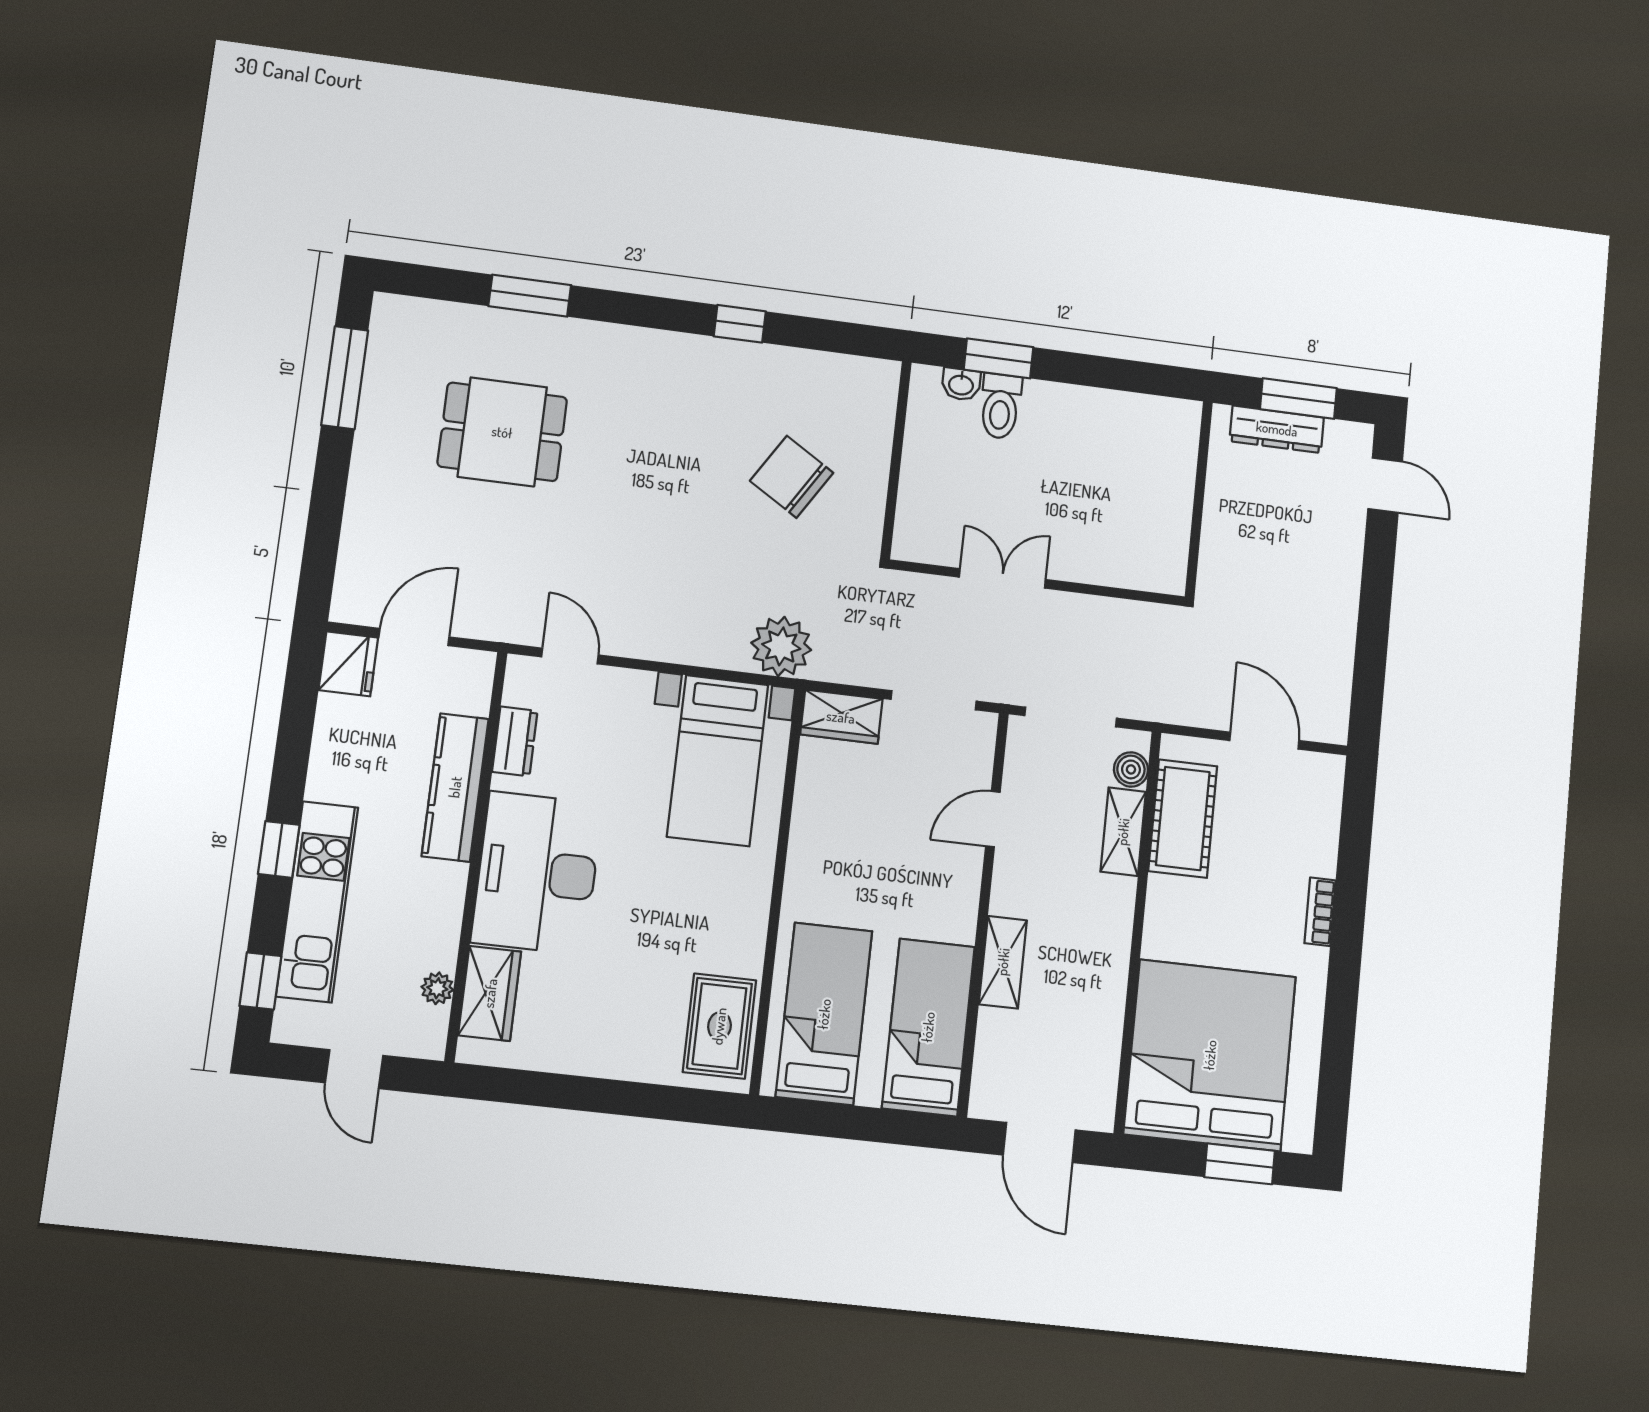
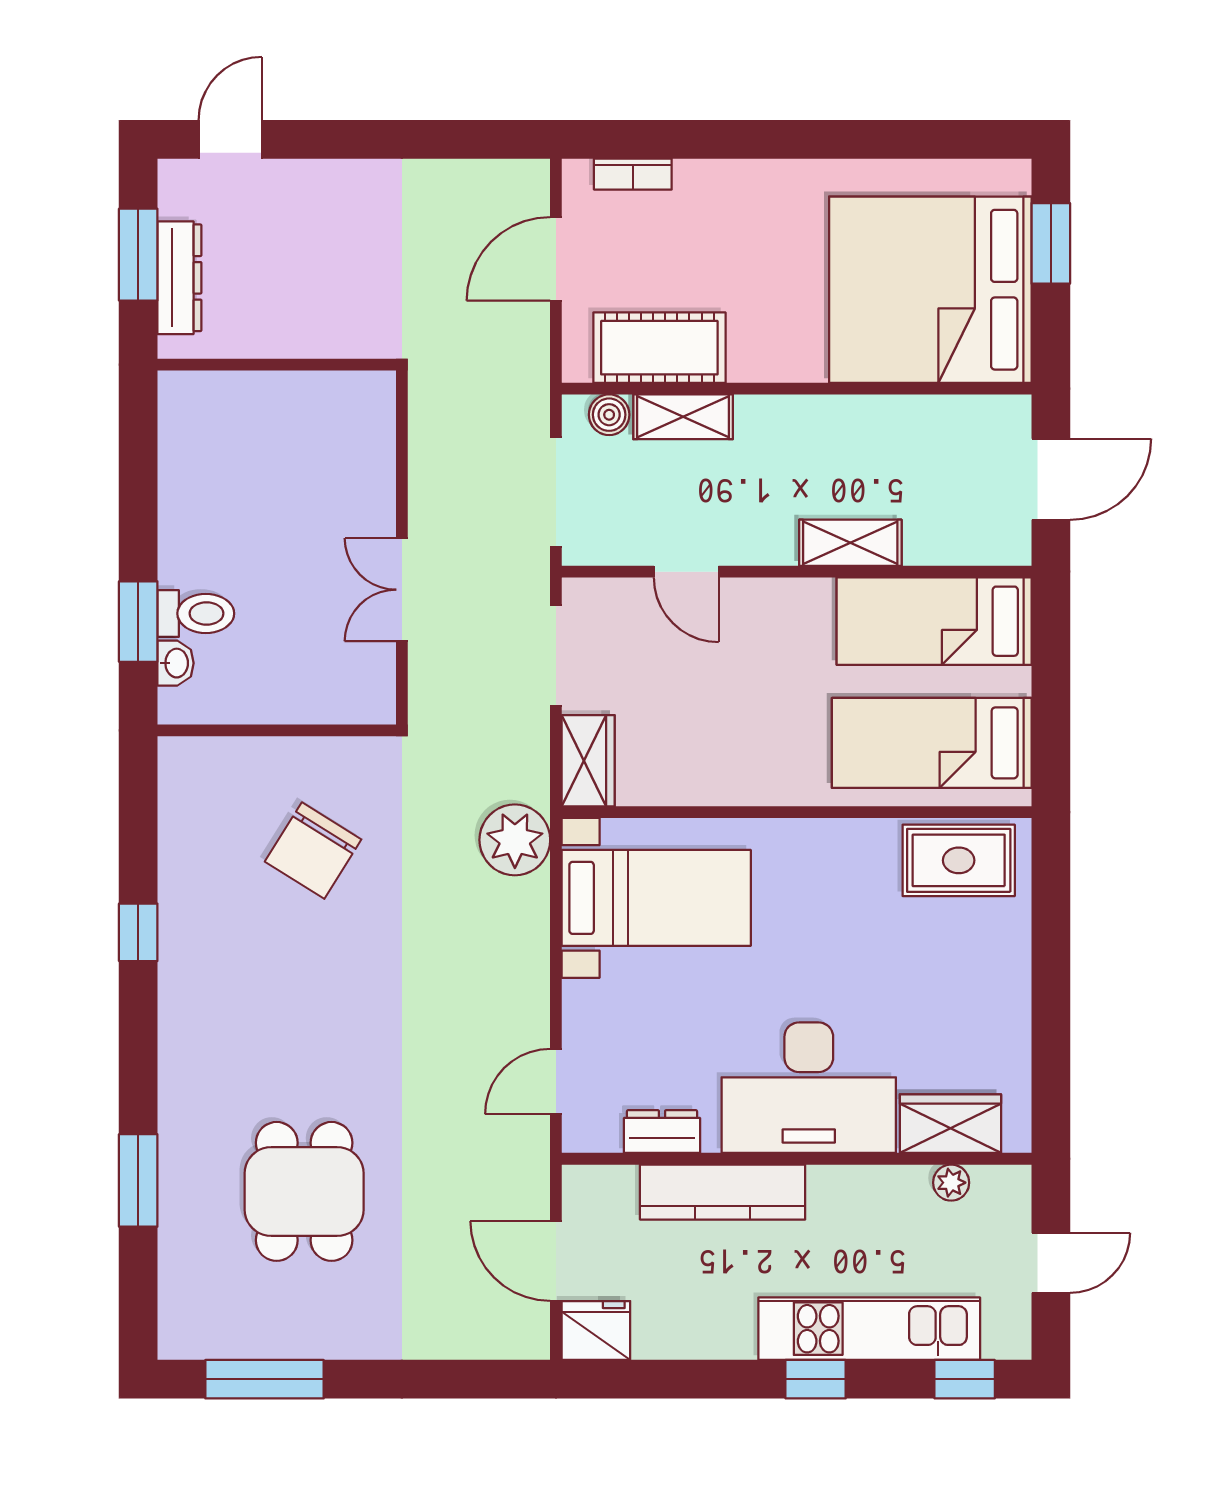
bookcase: (1320, 912) -> (633, 174), moved

